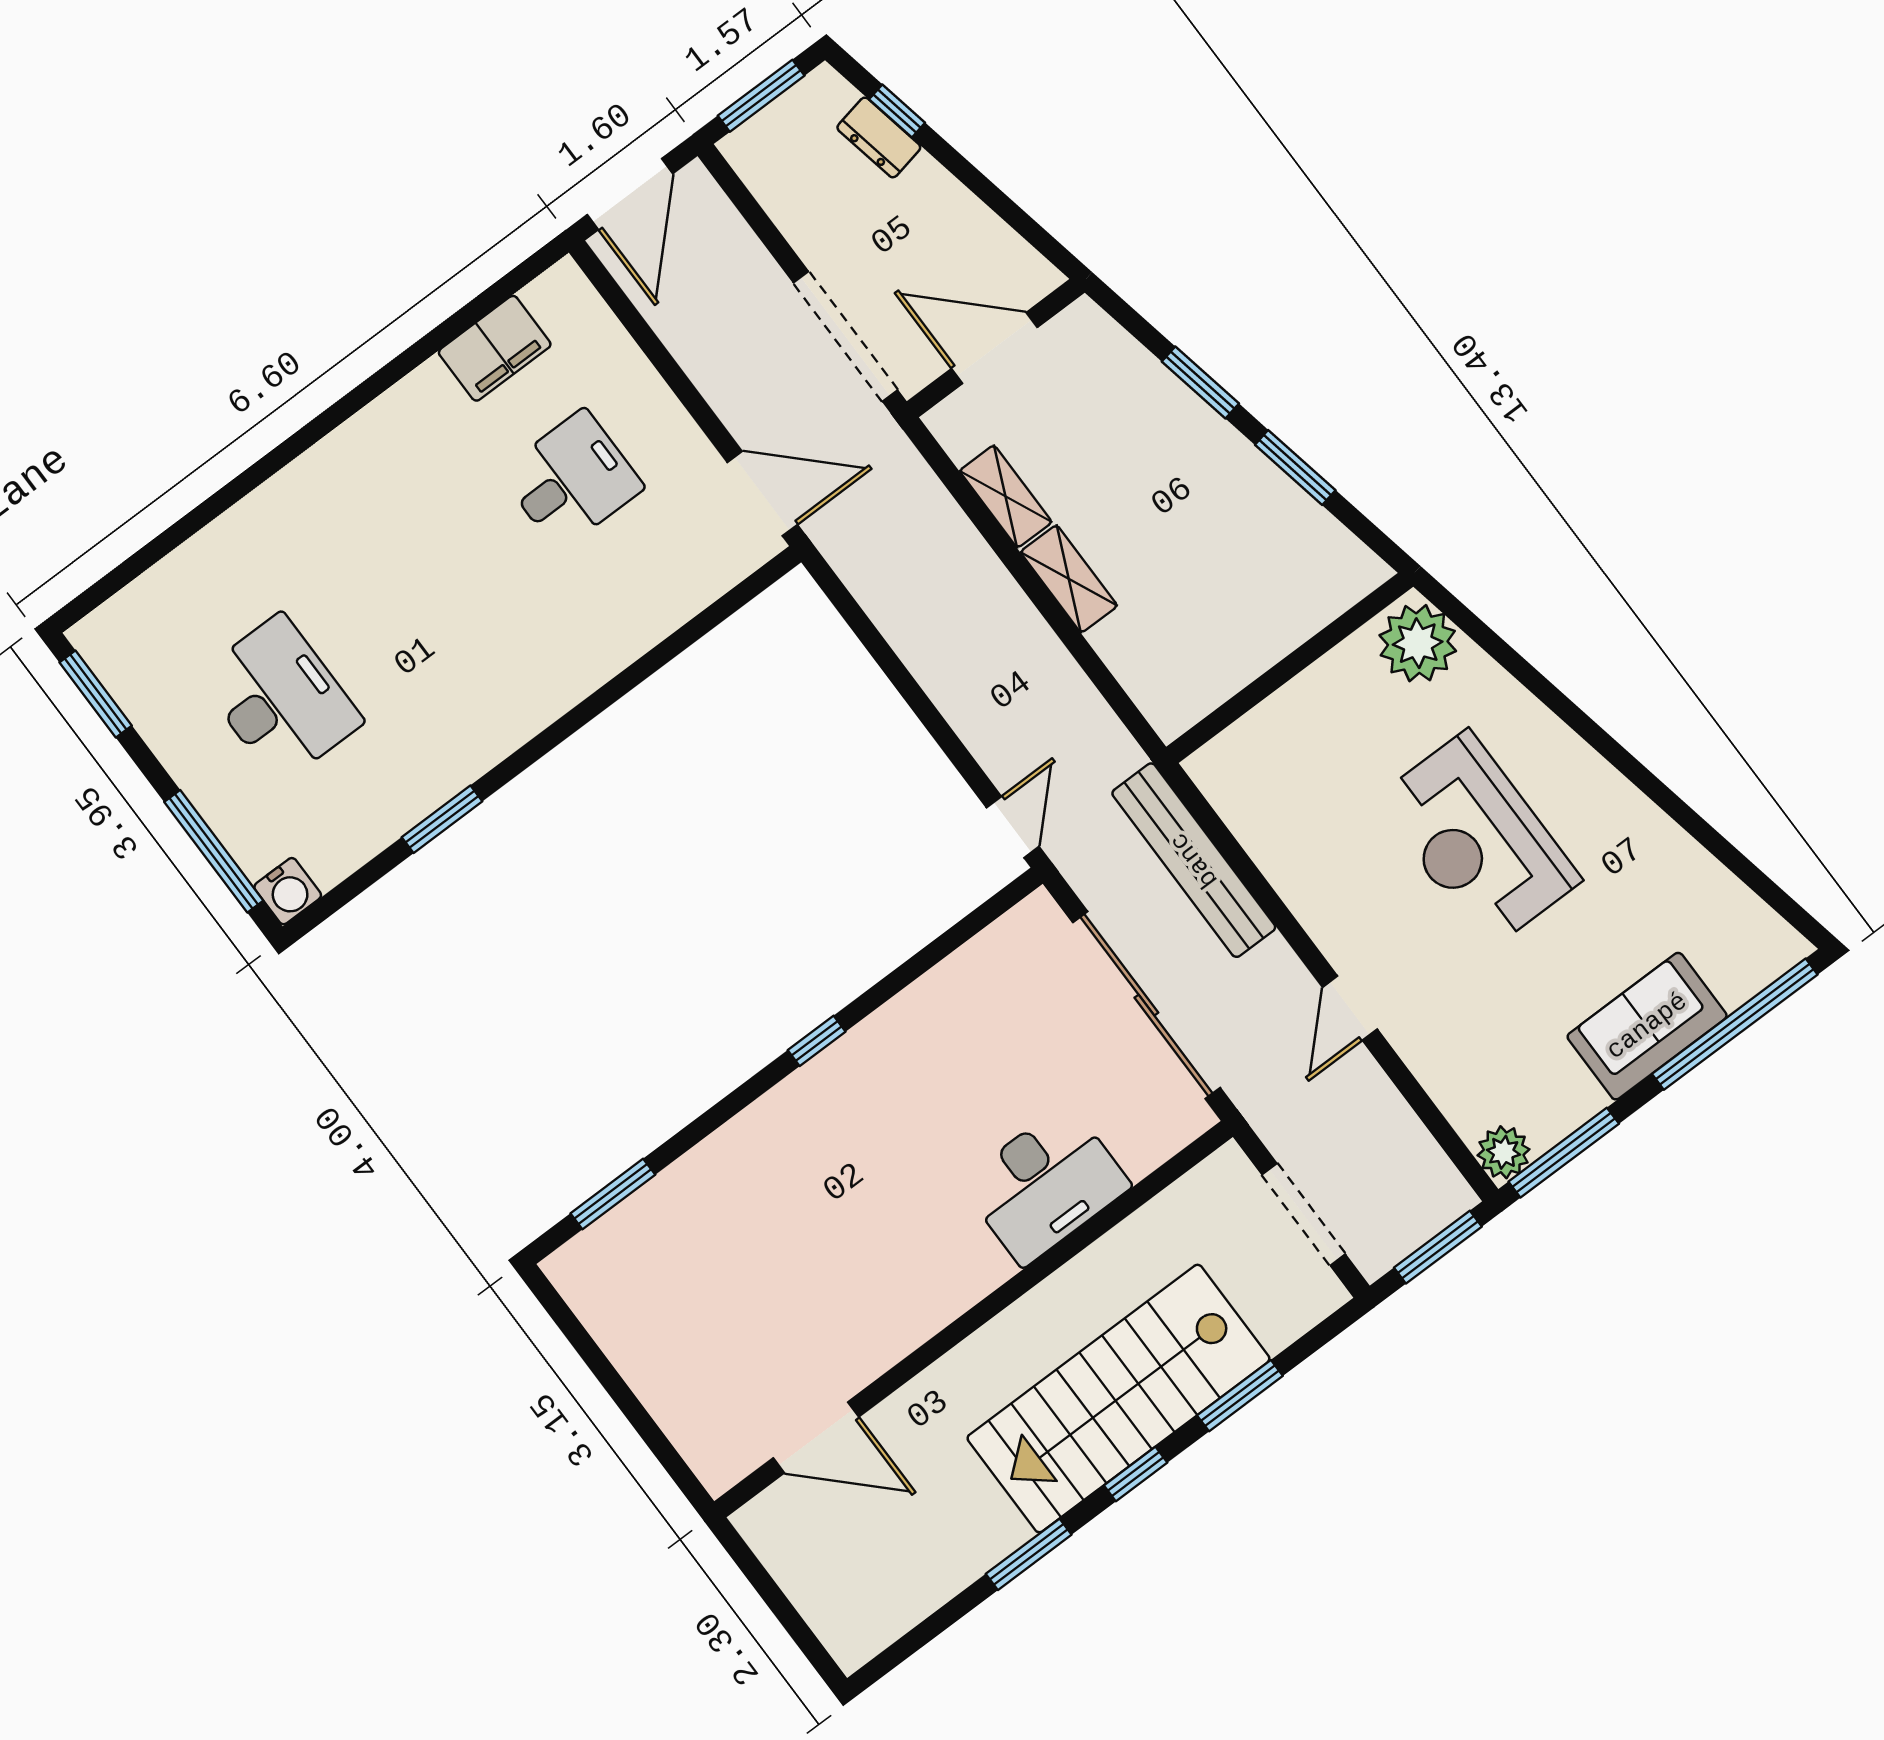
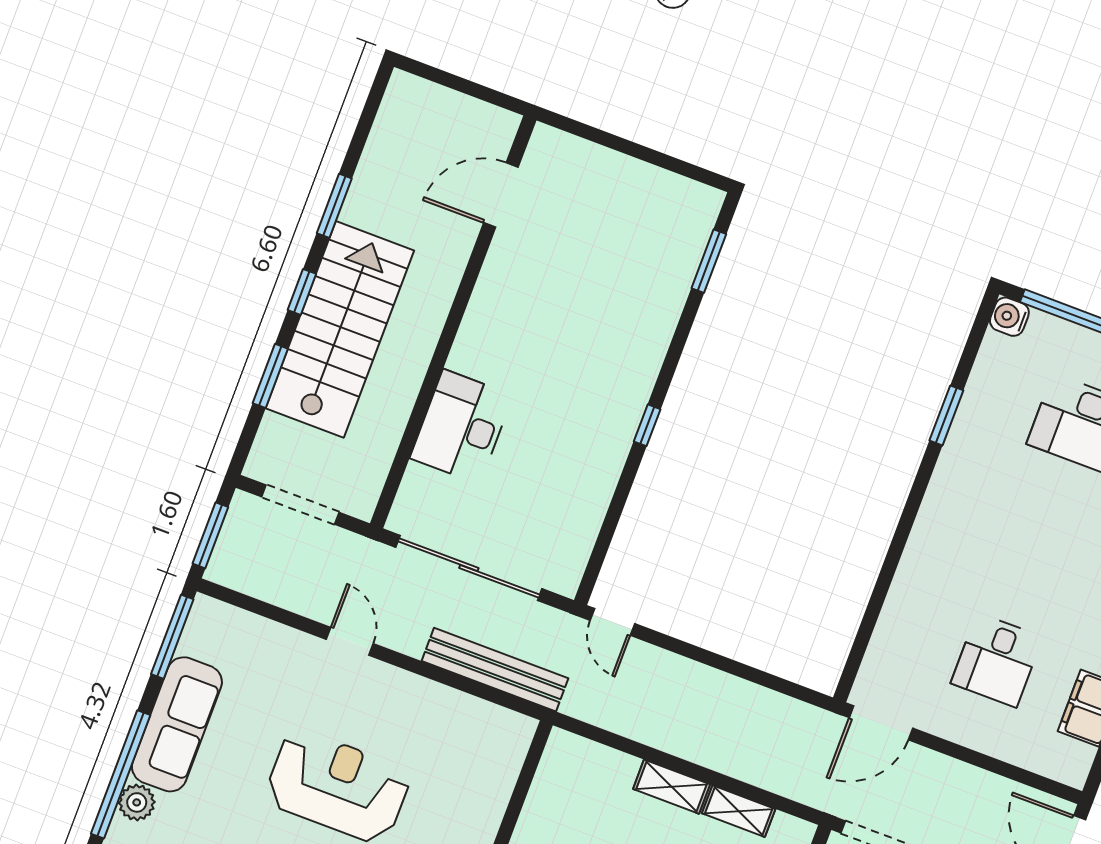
sofa: (1647, 1026) -> (177, 724), width x1.36
plant: (1504, 1152) -> (137, 802), moved

